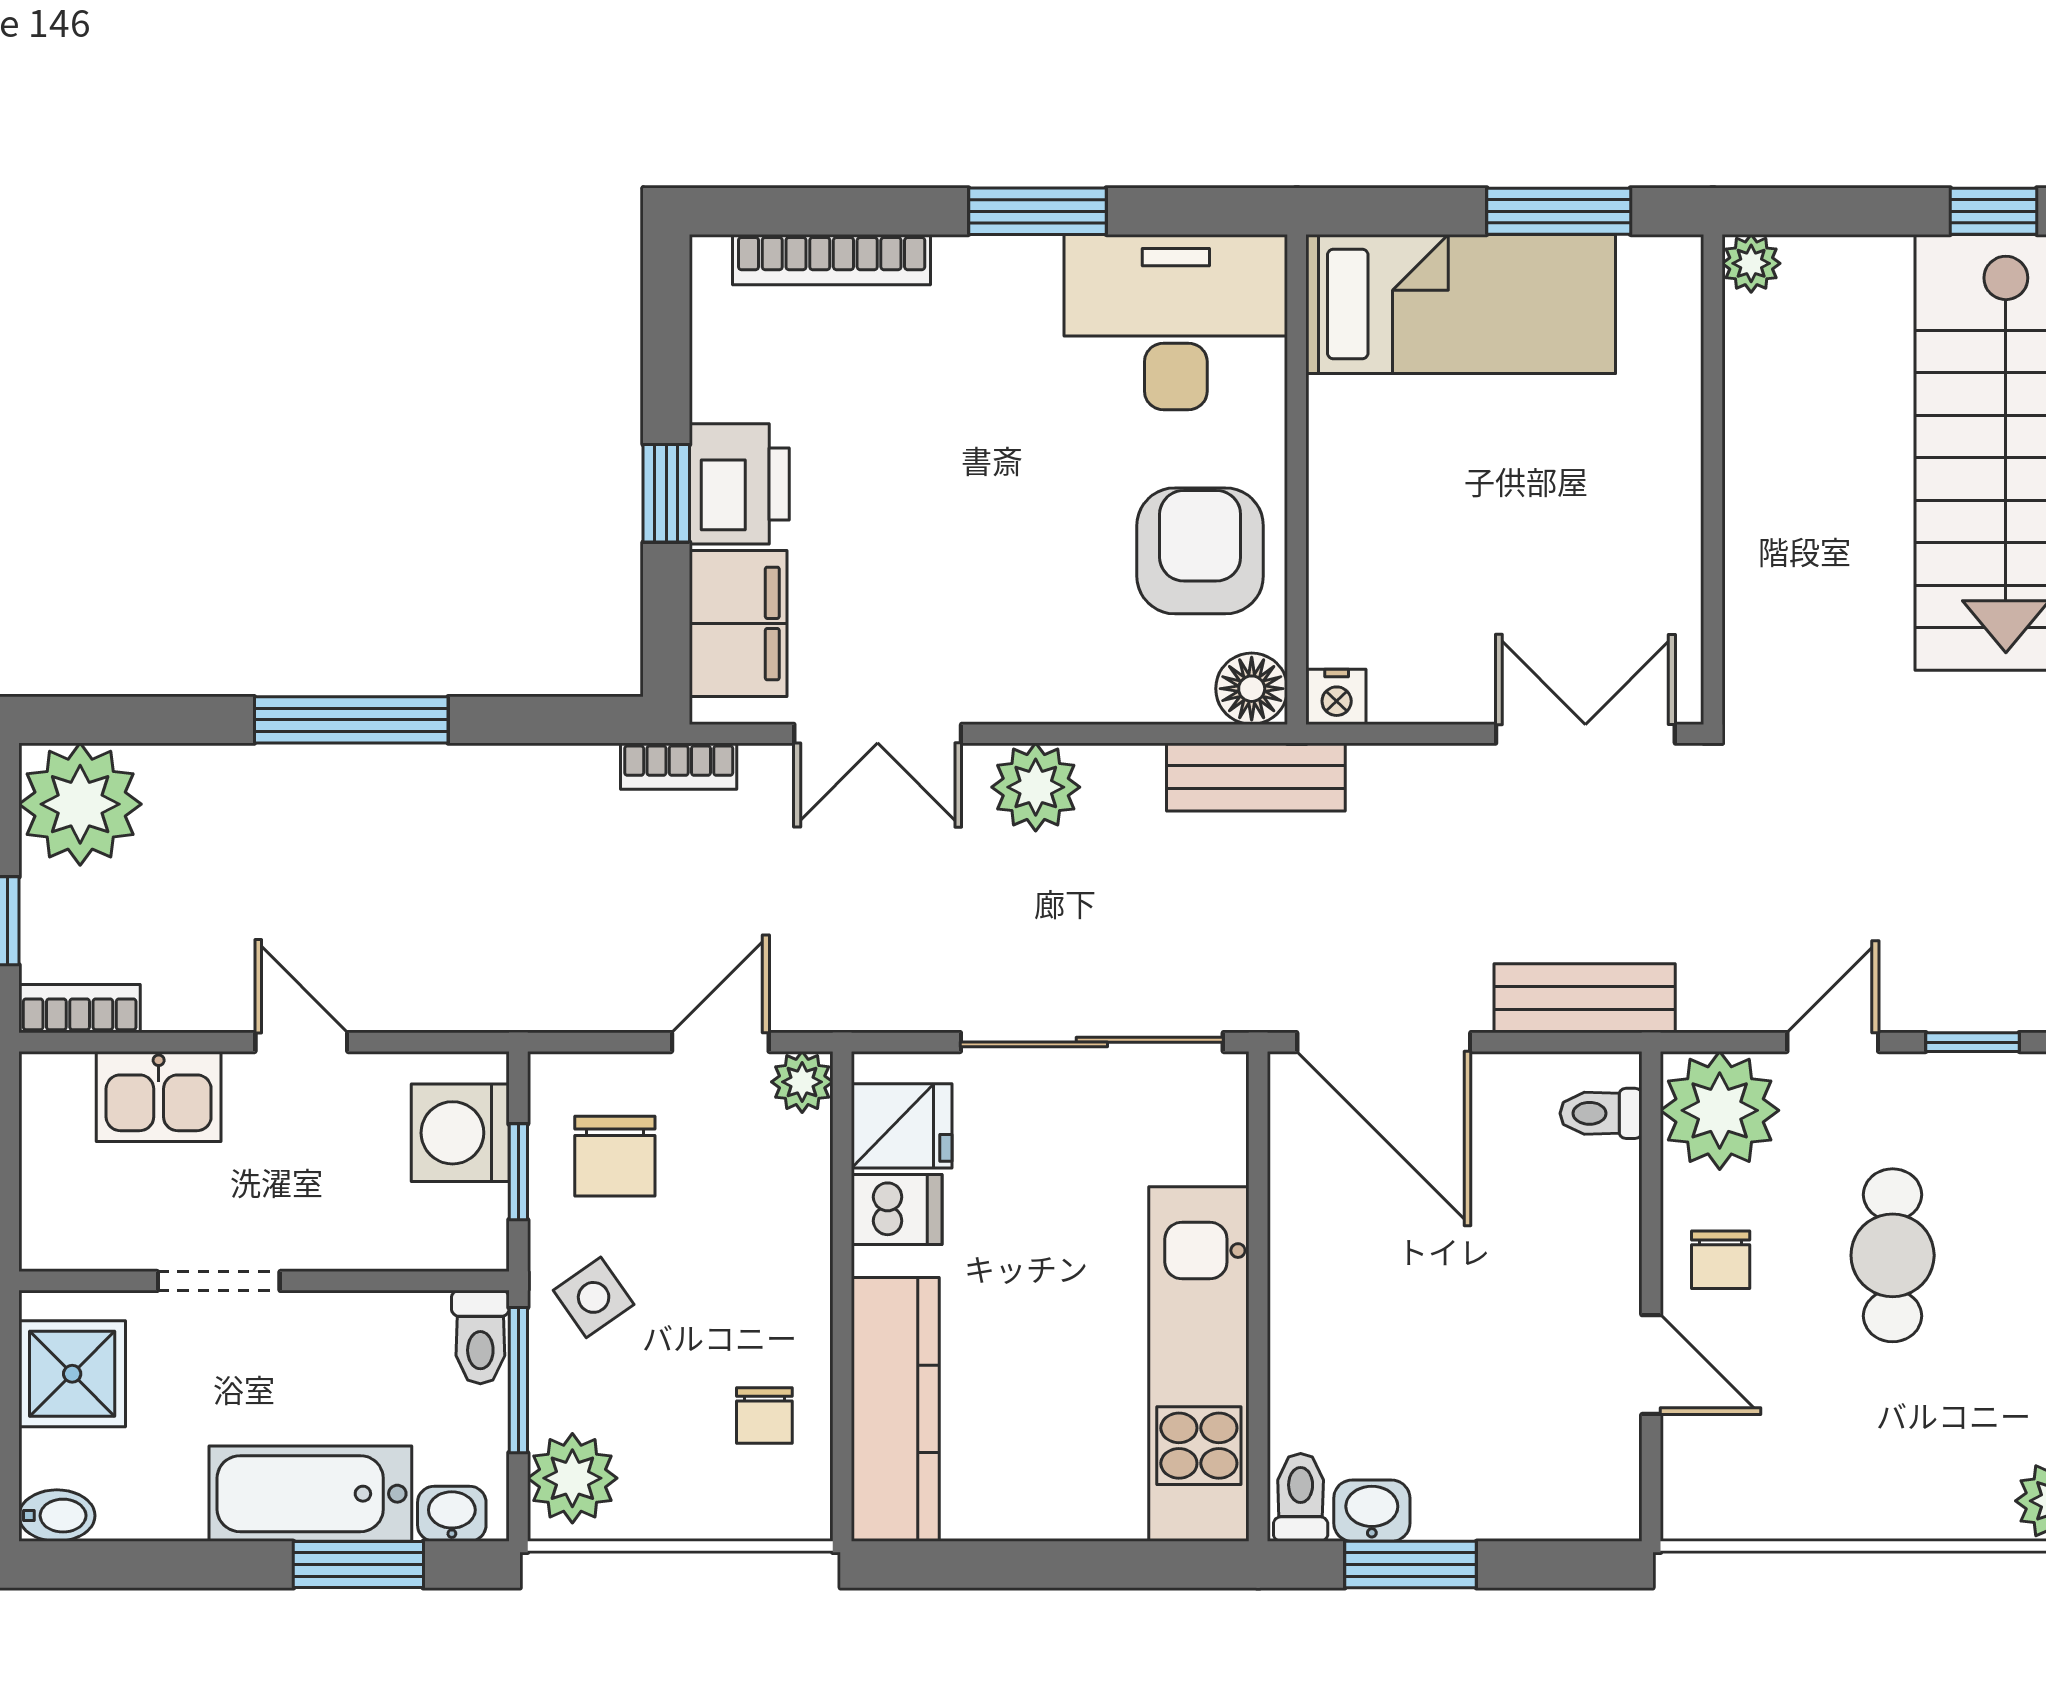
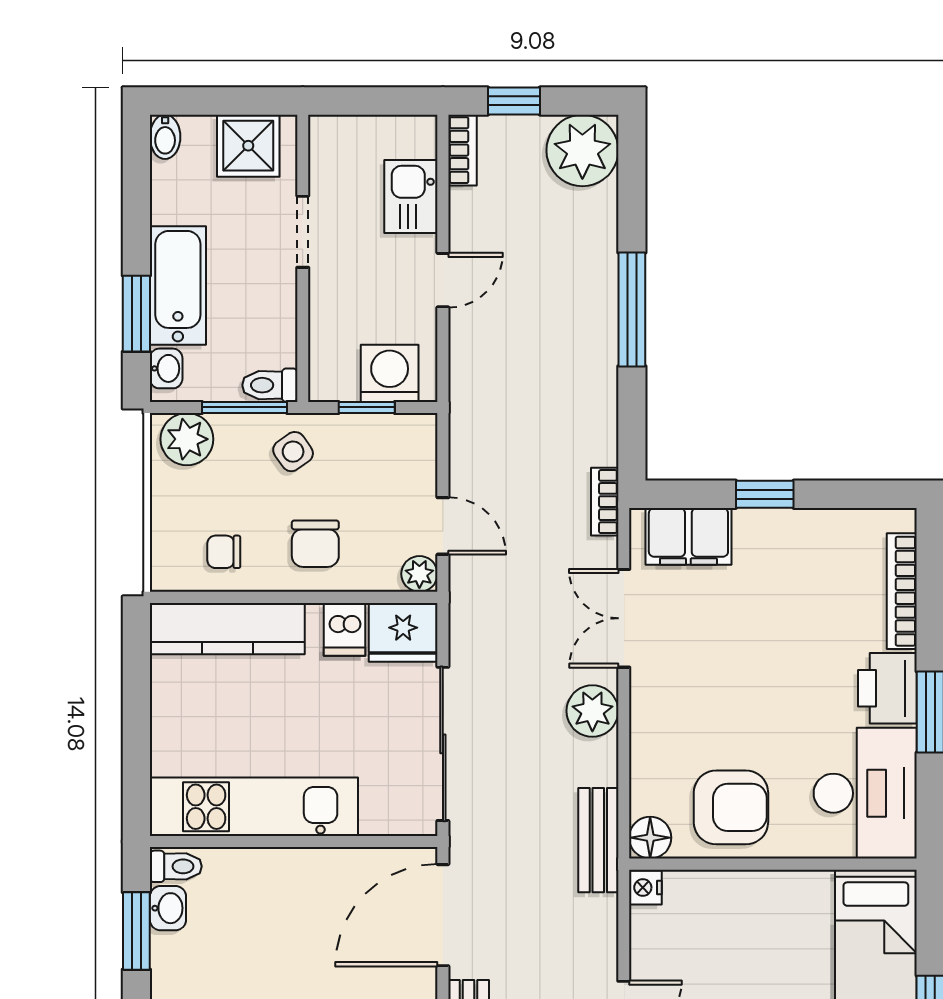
printer: (739, 484) -> (887, 688), moved, turned 90
fridge: (902, 1126) -> (403, 632), width x1.38
chair: (615, 1156) -> (315, 544), moved, turned -90

